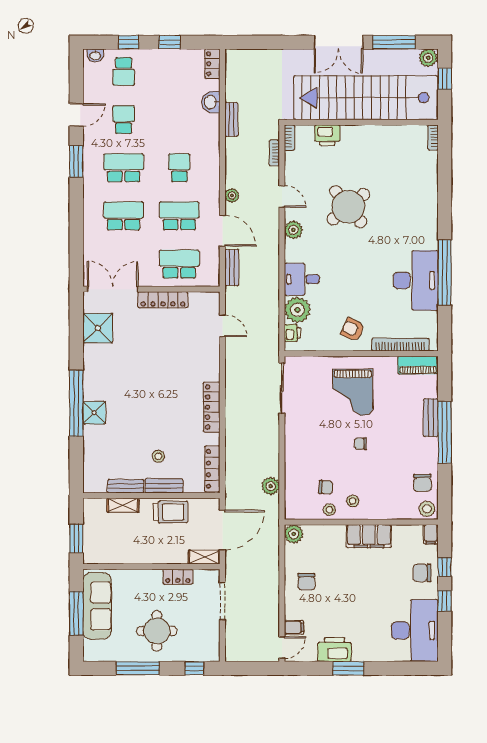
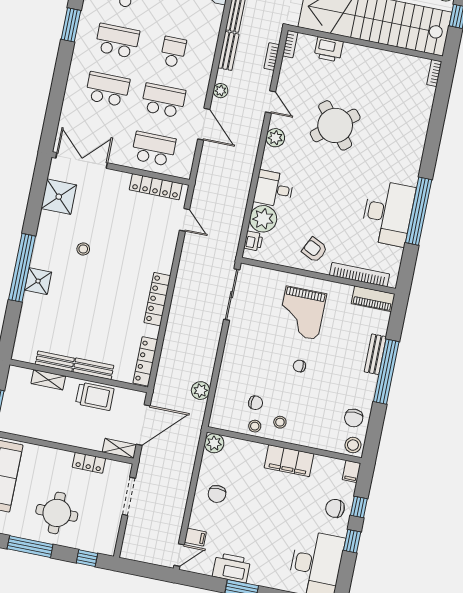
bench: (232, 267) -> (228, 51), moved
locker: (163, 300) -> (156, 187), moved
stool: (158, 456) -> (83, 249), moved

